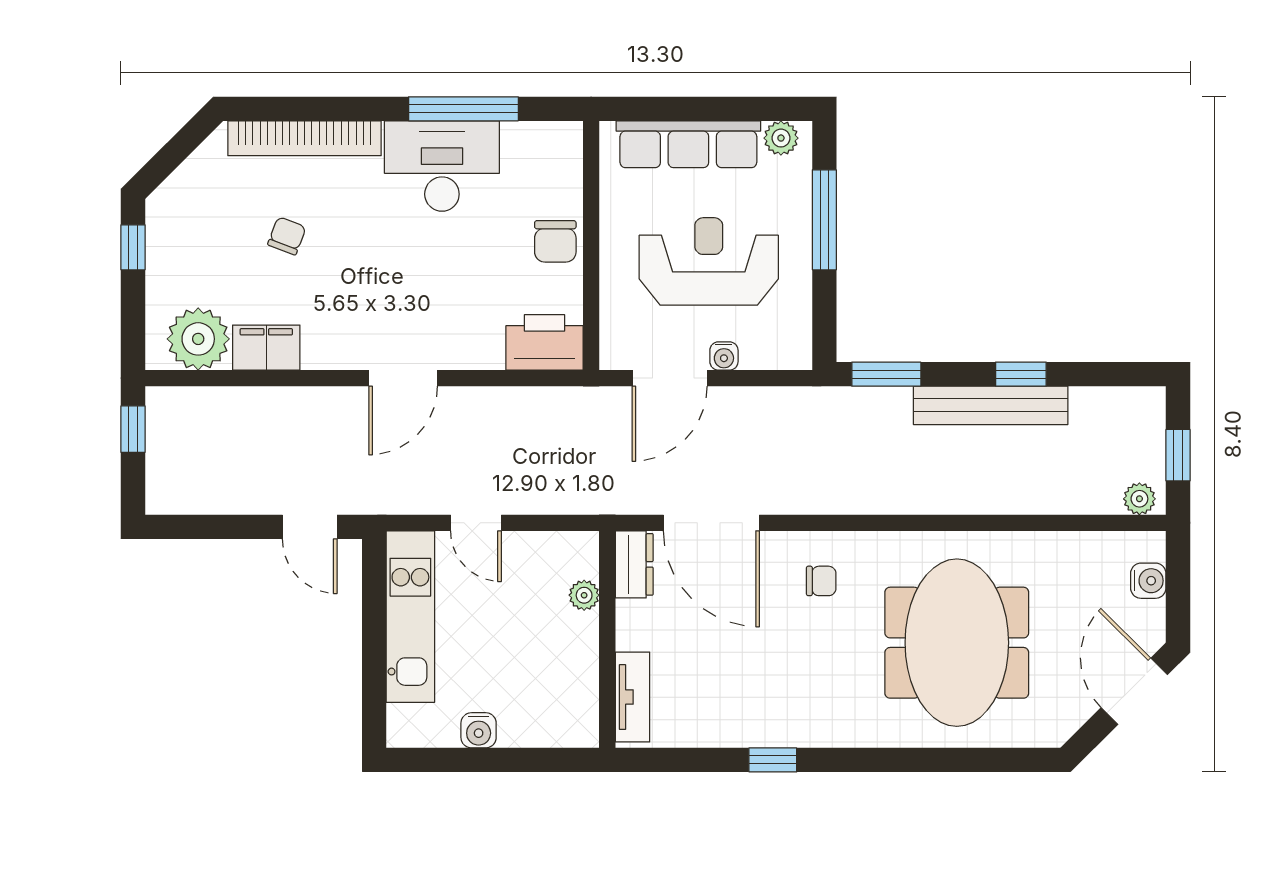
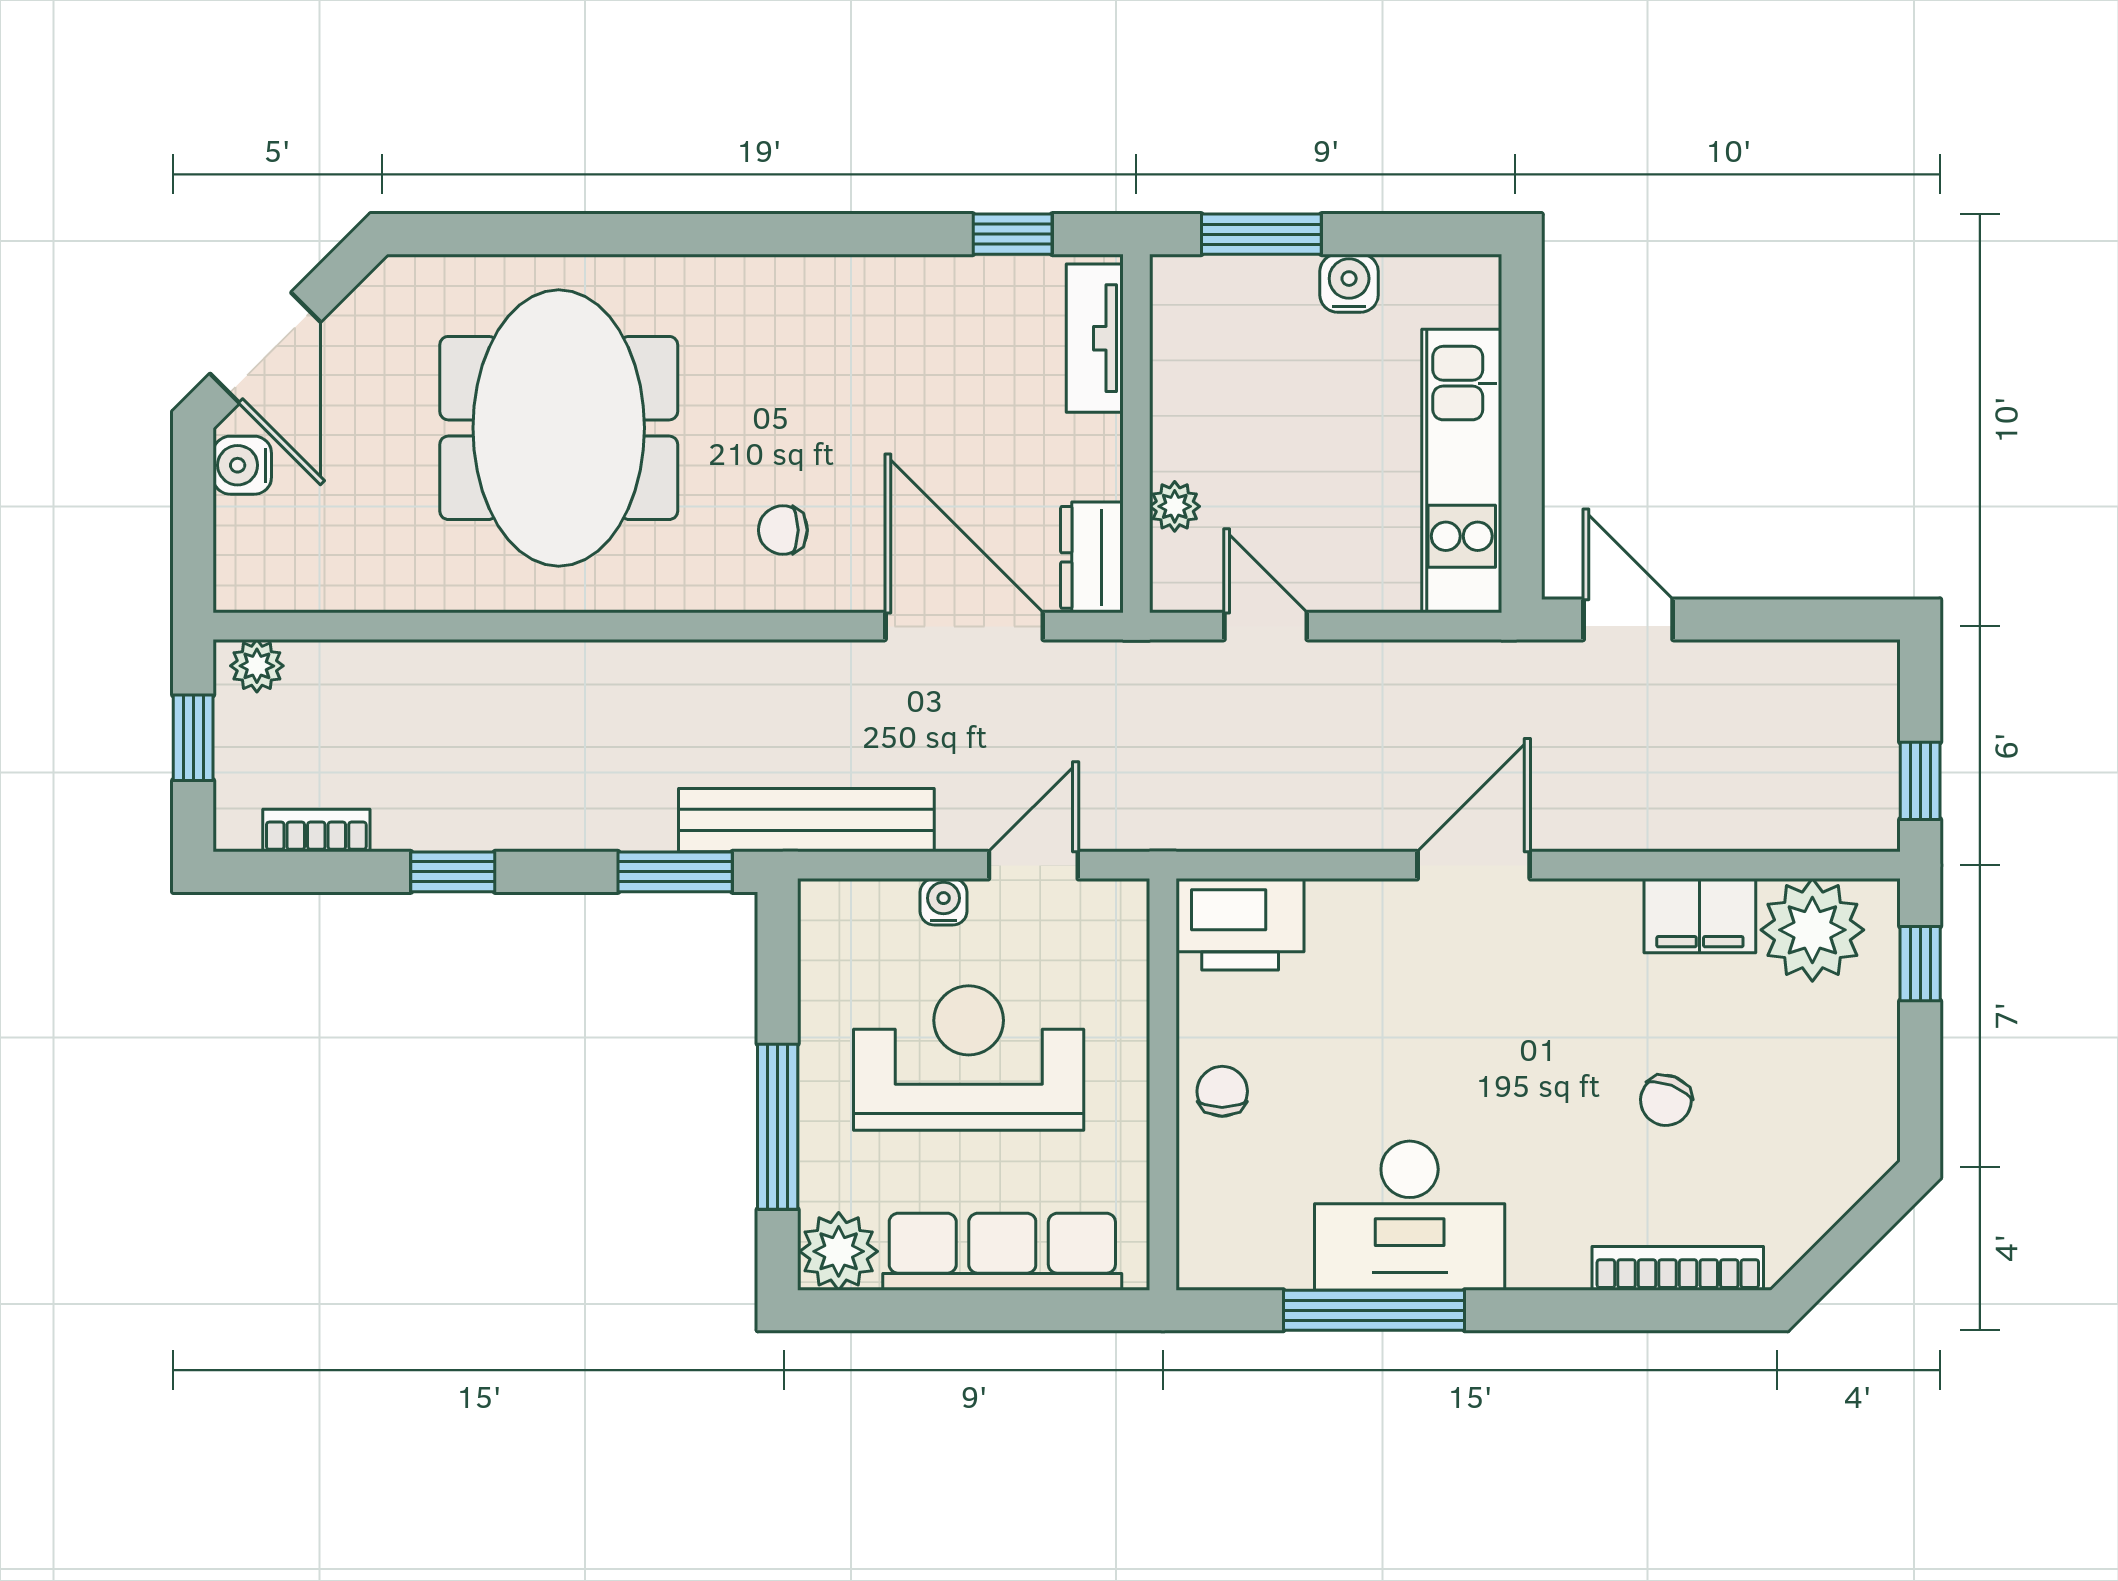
bookcase: (305, 138) -> (1678, 1268), width x0.68, depth x0.76
plant: (781, 138) -> (839, 1251), width x1.38, depth x1.38
chair: (555, 241) -> (1222, 1091), width x0.73, depth x0.73
window: (133, 247) -> (1920, 964), moved
reception desk: (709, 261) -> (969, 1058), turned 180
door: (670, 378) -> (1033, 865), width x0.73
bookcase: (1103, 399) -> (316, 831), added
bench: (991, 405) -> (806, 820), moved
door: (476, 523) -> (1266, 626), moved
water cooler: (1148, 581) -> (242, 465), moved
window: (532, 760) -> (1261, 234), added
window: (773, 760) -> (1013, 234), moved

